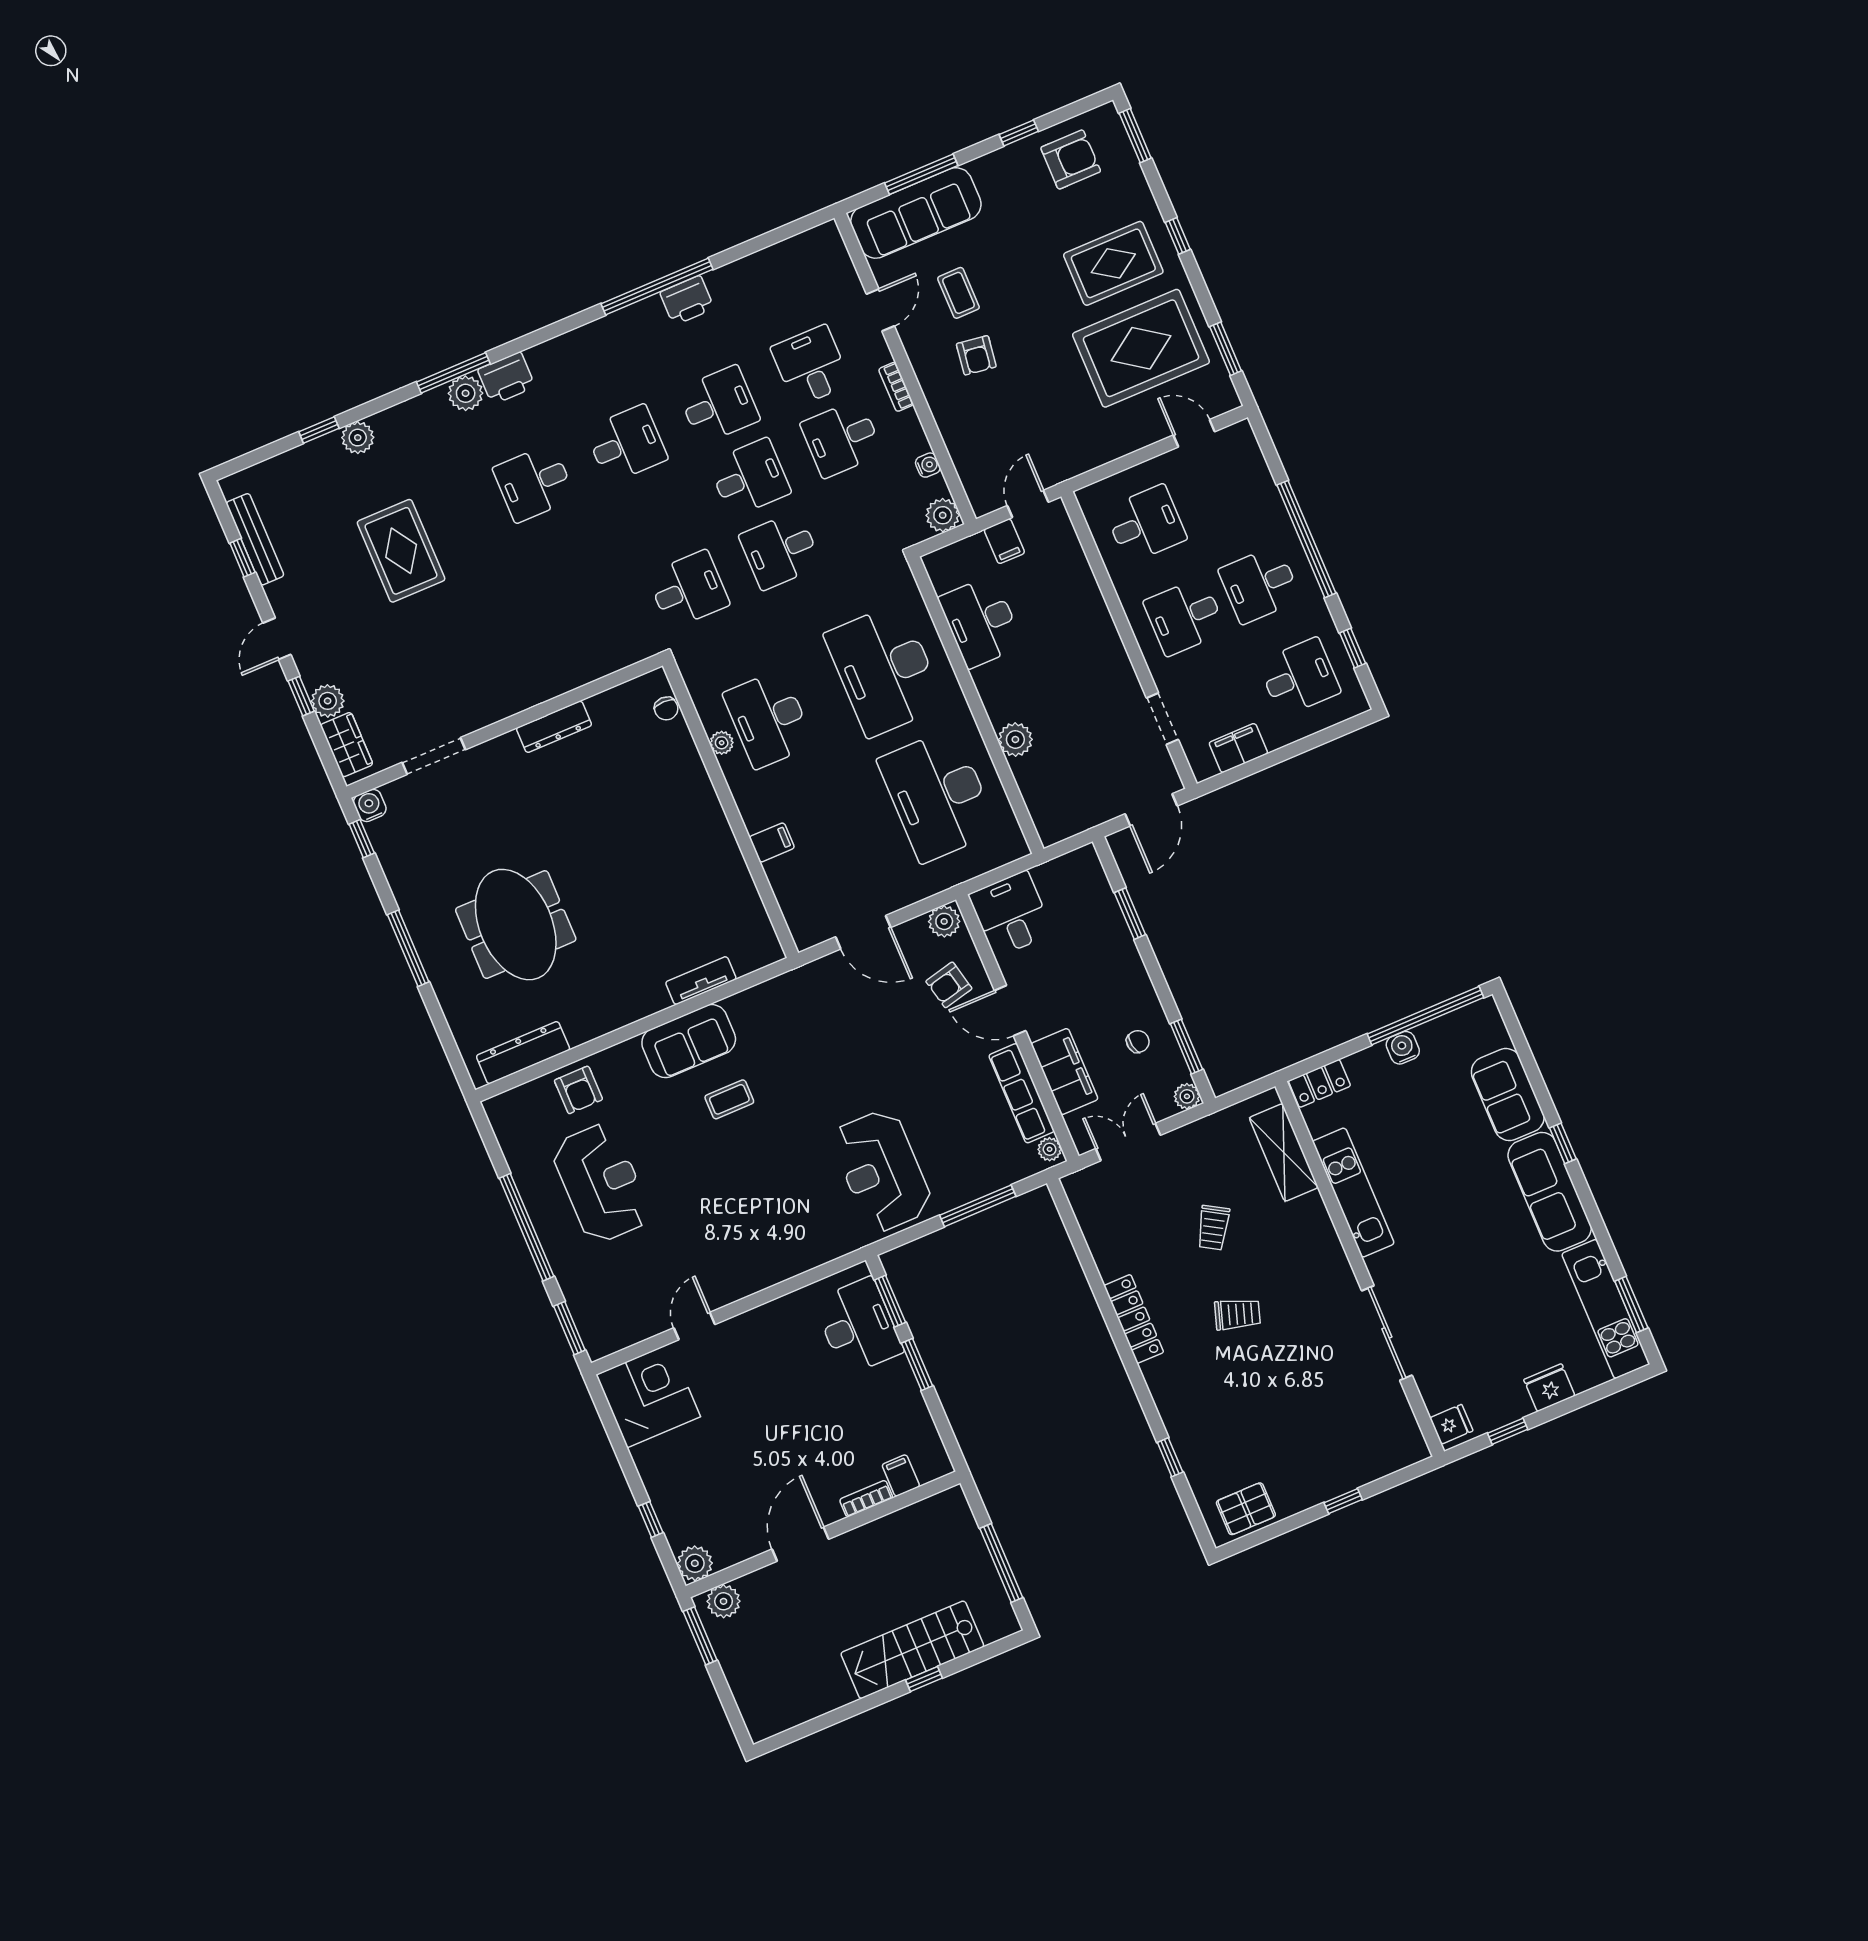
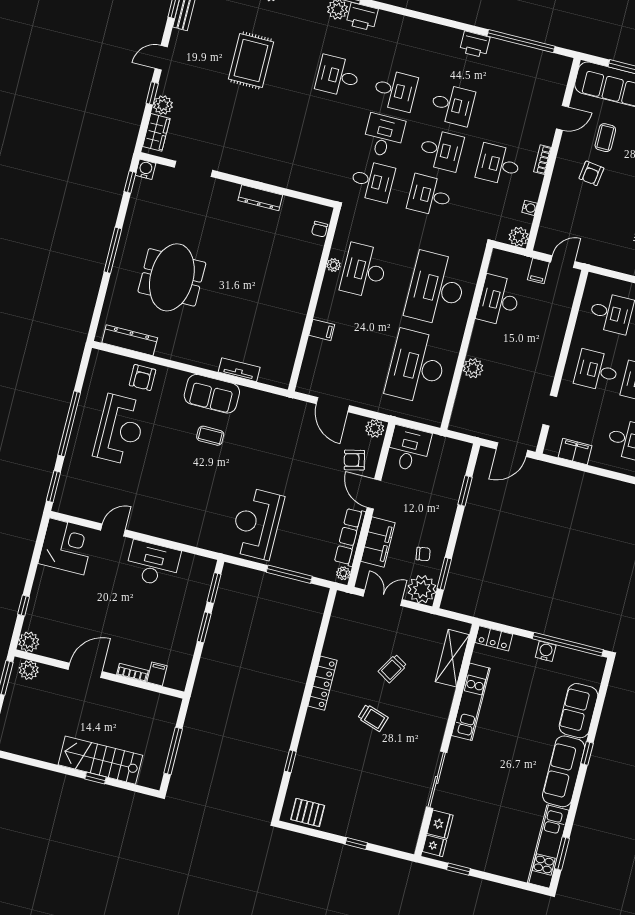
window: (657, 286) -> (521, 41), moved
desk: (811, 366) -> (384, 136), moved
plant: (1187, 1096) -> (422, 589), width x1.88, depth x1.88
desk: (858, 1326) -> (153, 564), moved, turned -90
fridge: (1549, 1388) -> (440, 824), moved, turned 90

